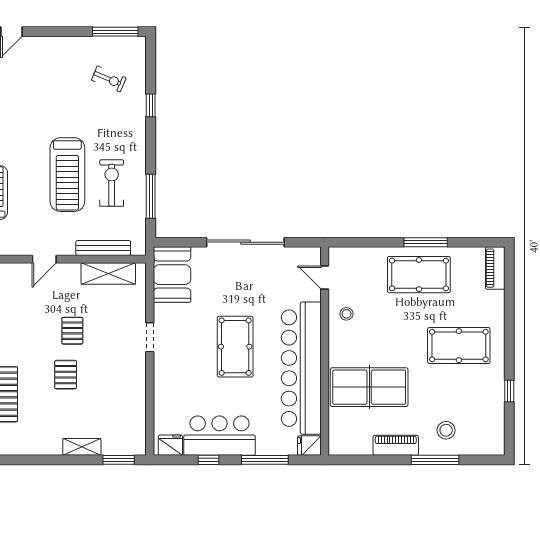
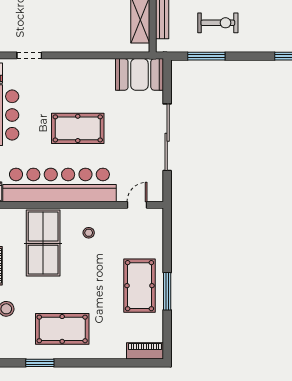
stool: (346, 314) -> (89, 233), moved
doorway: (150, 337) -> (29, 55), moved
pool table: (459, 346) -> (62, 329), moved, turned 90
window: (509, 391) -> (40, 363), width x1.50

